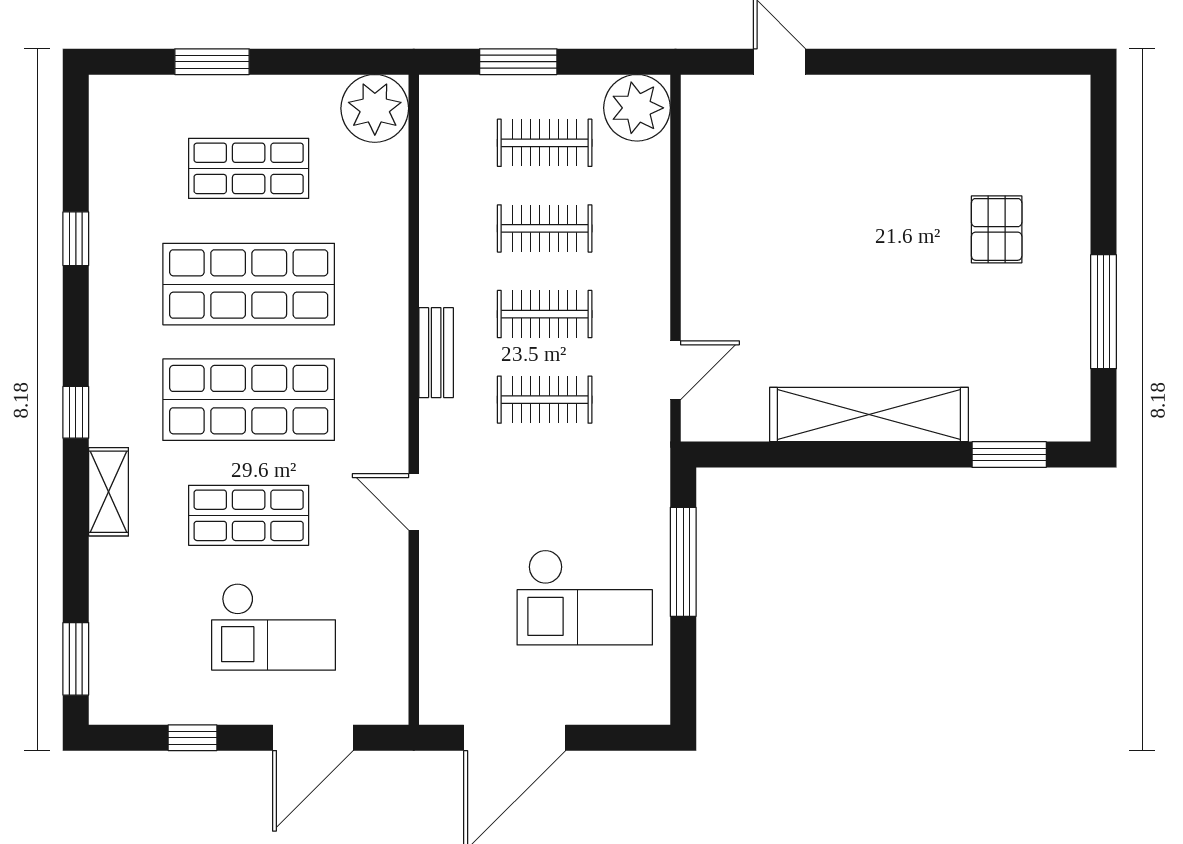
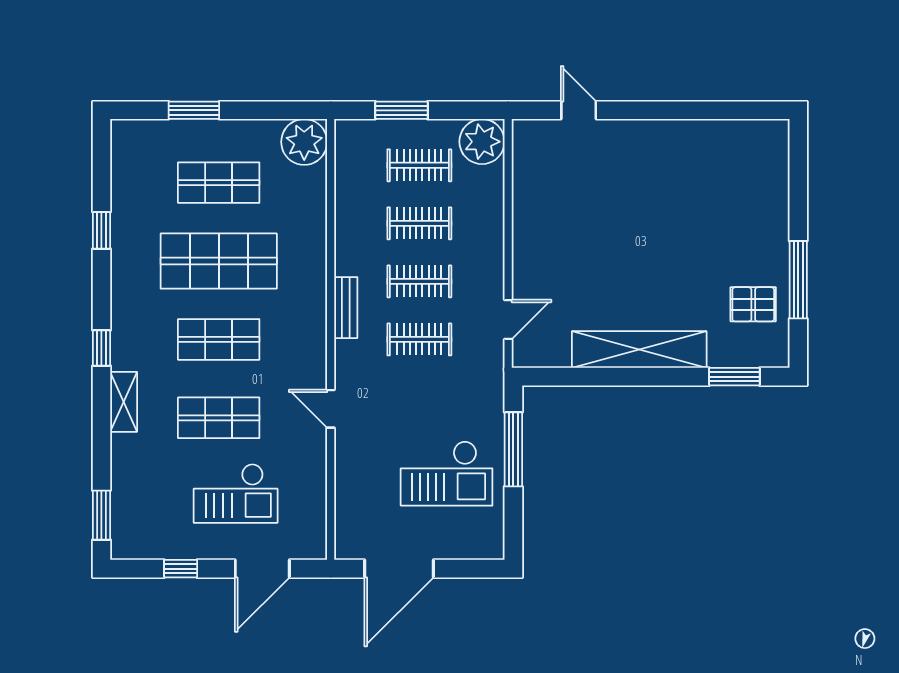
pallet: (997, 229) -> (753, 304), moved, turned 90
shop shelf: (249, 400) -> (219, 339), width x0.70, depth x0.74

